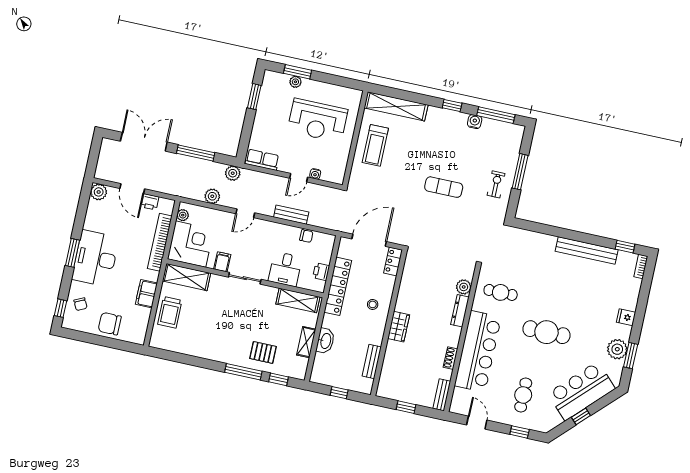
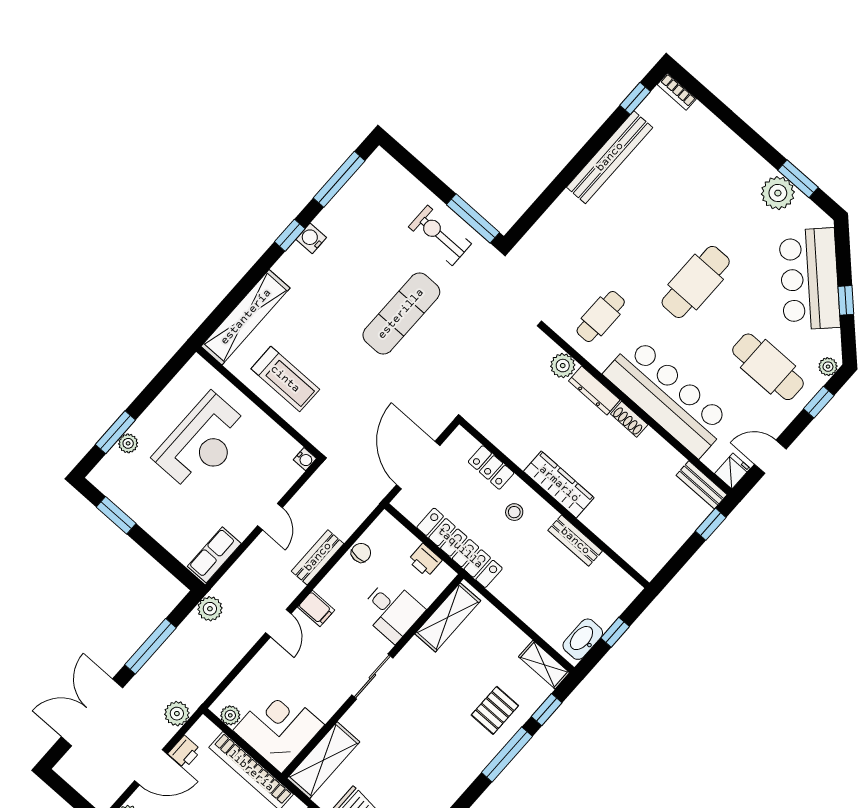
water cooler: (475, 122) -> (311, 238), moved
window: (520, 172) -> (473, 218), moved
water cooler: (315, 174) -> (305, 459), moved
exercise bike: (496, 184) -> (440, 235), width x1.38, depth x1.39
exercise mat: (444, 187) -> (401, 314), width x1.36, depth x1.45
plant: (212, 196) -> (177, 714), moved
locker: (393, 261) -> (491, 467), moved
filing cabinet: (222, 262) -> (316, 609), moved, turned 180
fridge: (626, 317) -> (732, 471), moved, turned 180
wardrobe: (399, 327) -> (559, 484), width x1.50
washbasin: (325, 341) -> (583, 639), moved, turned -90
shelving: (306, 342) -> (544, 665), moved
shoe rack: (451, 358) -> (629, 419), moved
bench: (372, 362) -> (575, 541), moved
cafe table: (523, 395) -> (768, 367), width x1.37, depth x1.35
window: (406, 407) -> (711, 524), moved
plant: (541, 426) -> (828, 367), added

